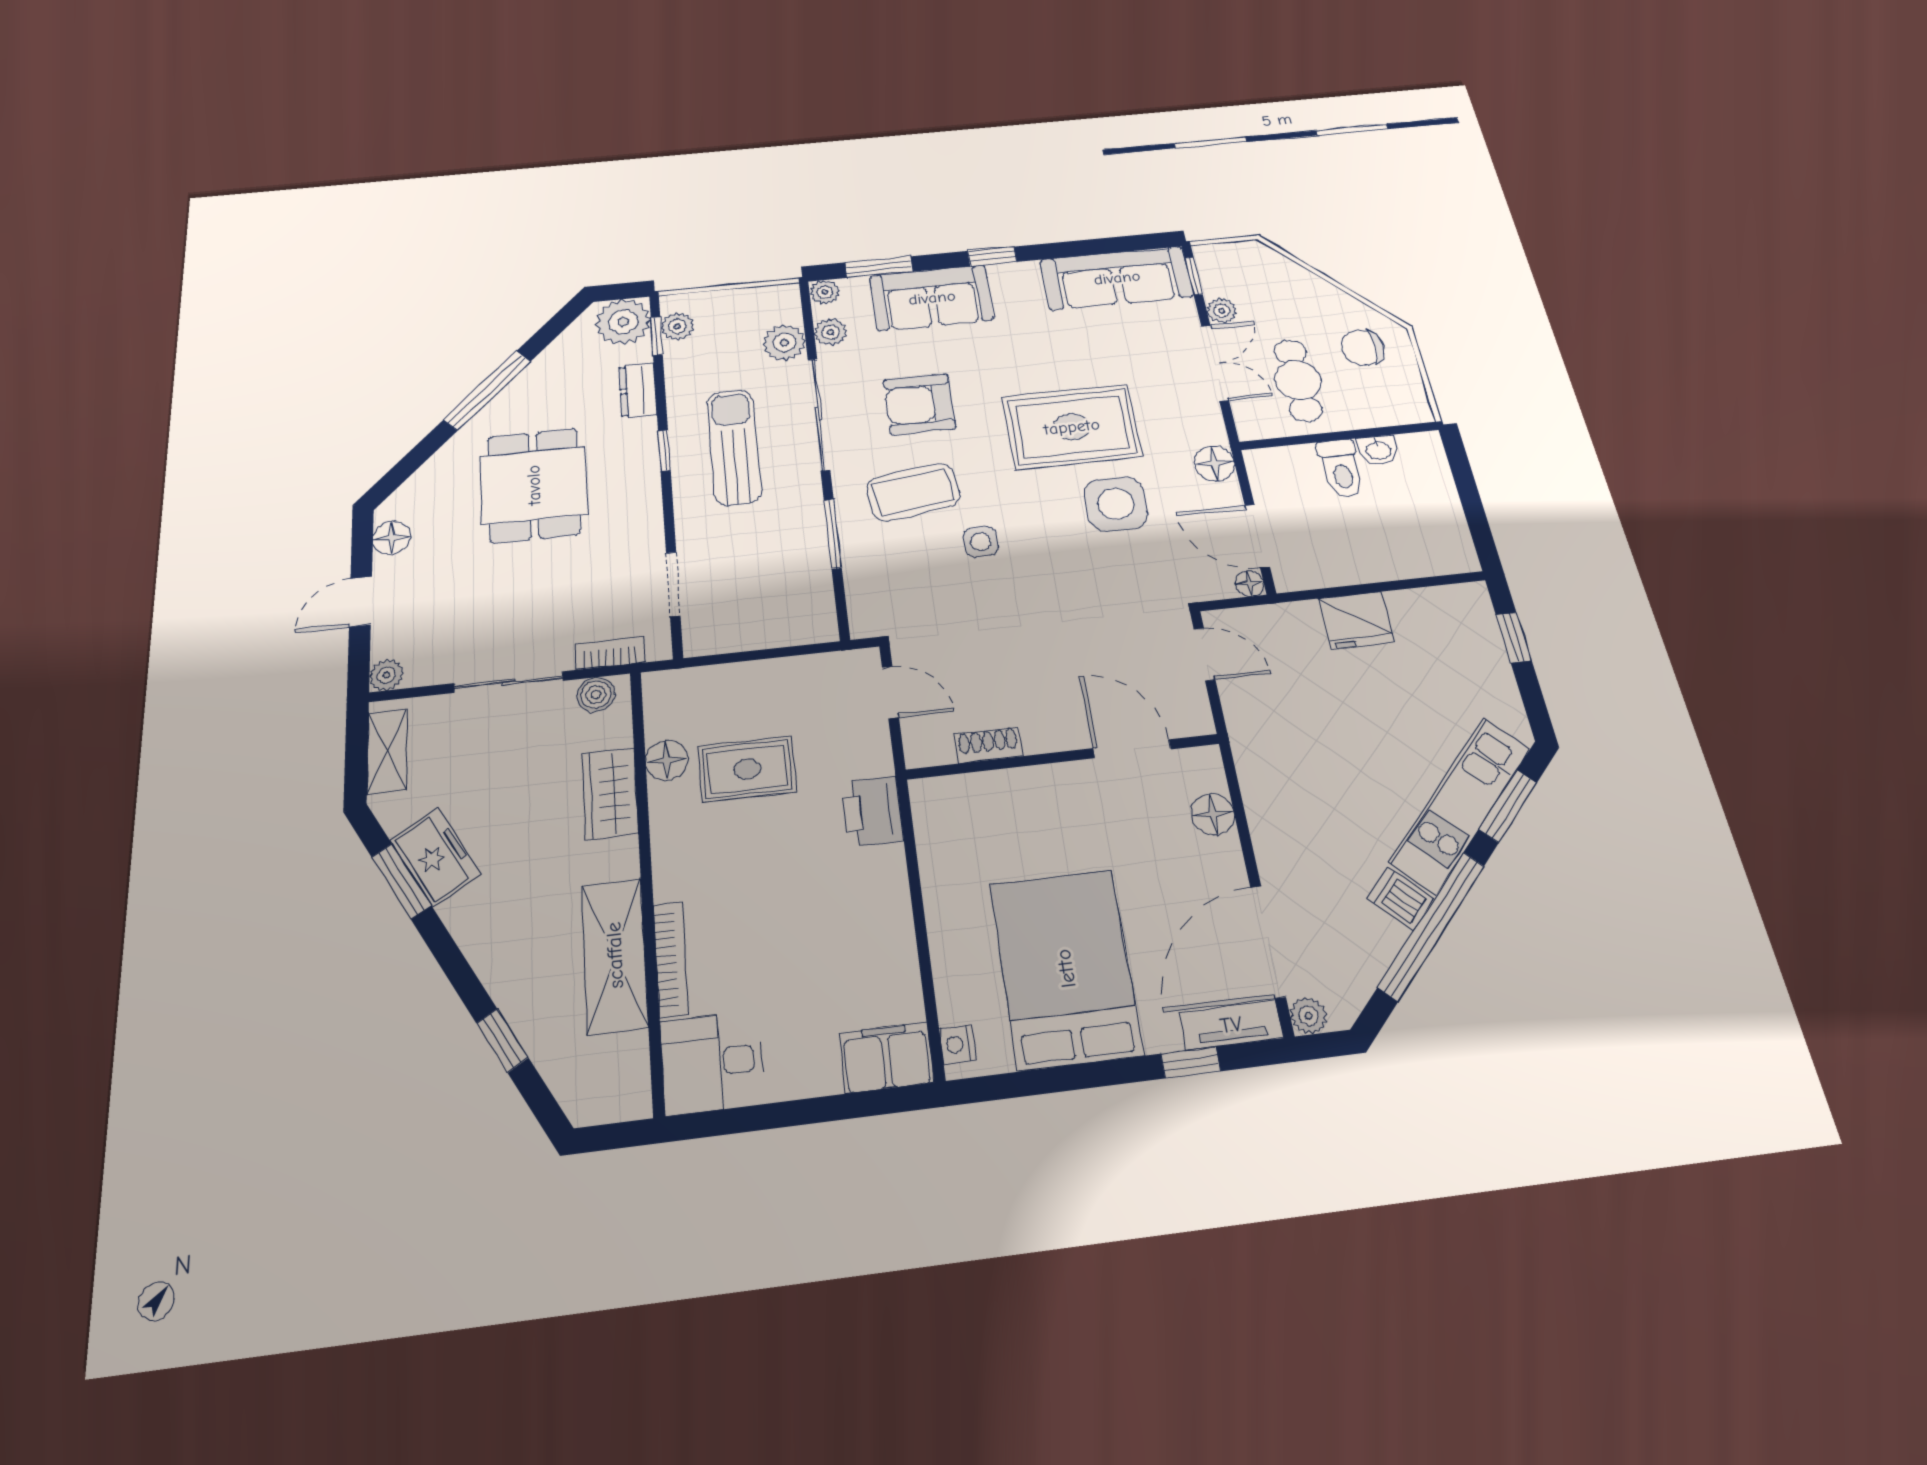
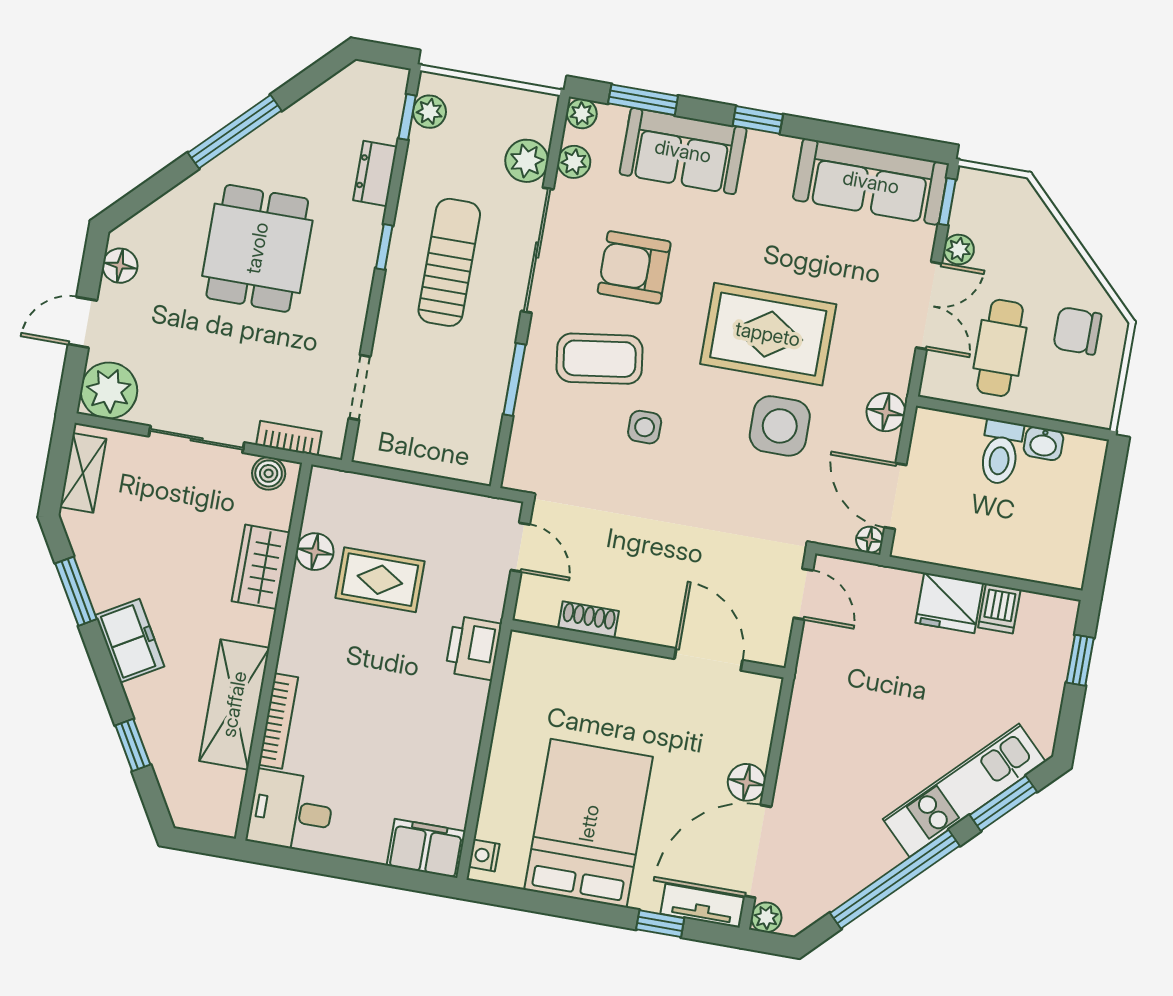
plant: (623, 322) -> (379, 91), removed
plant: (386, 675) -> (109, 391), width x1.87, depth x1.87
floor lamp: (1213, 814) -> (747, 782), moved
freezer: (435, 857) -> (130, 641), moved
dishwasher: (1401, 899) -> (999, 608), moved, turned -135

